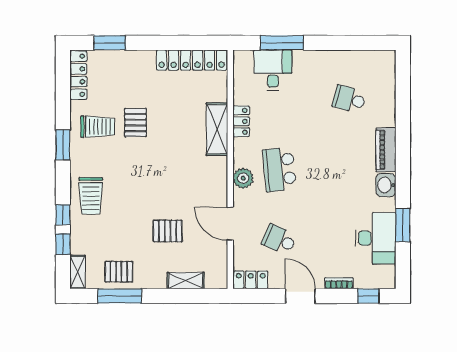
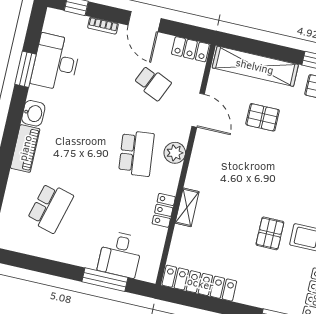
school desk: (349, 99) -> (50, 208), width x1.85
shelving: (217, 129) -> (187, 207), width x0.67, depth x0.75
shelving: (186, 281) -> (255, 66), width x2.20, depth x1.33

